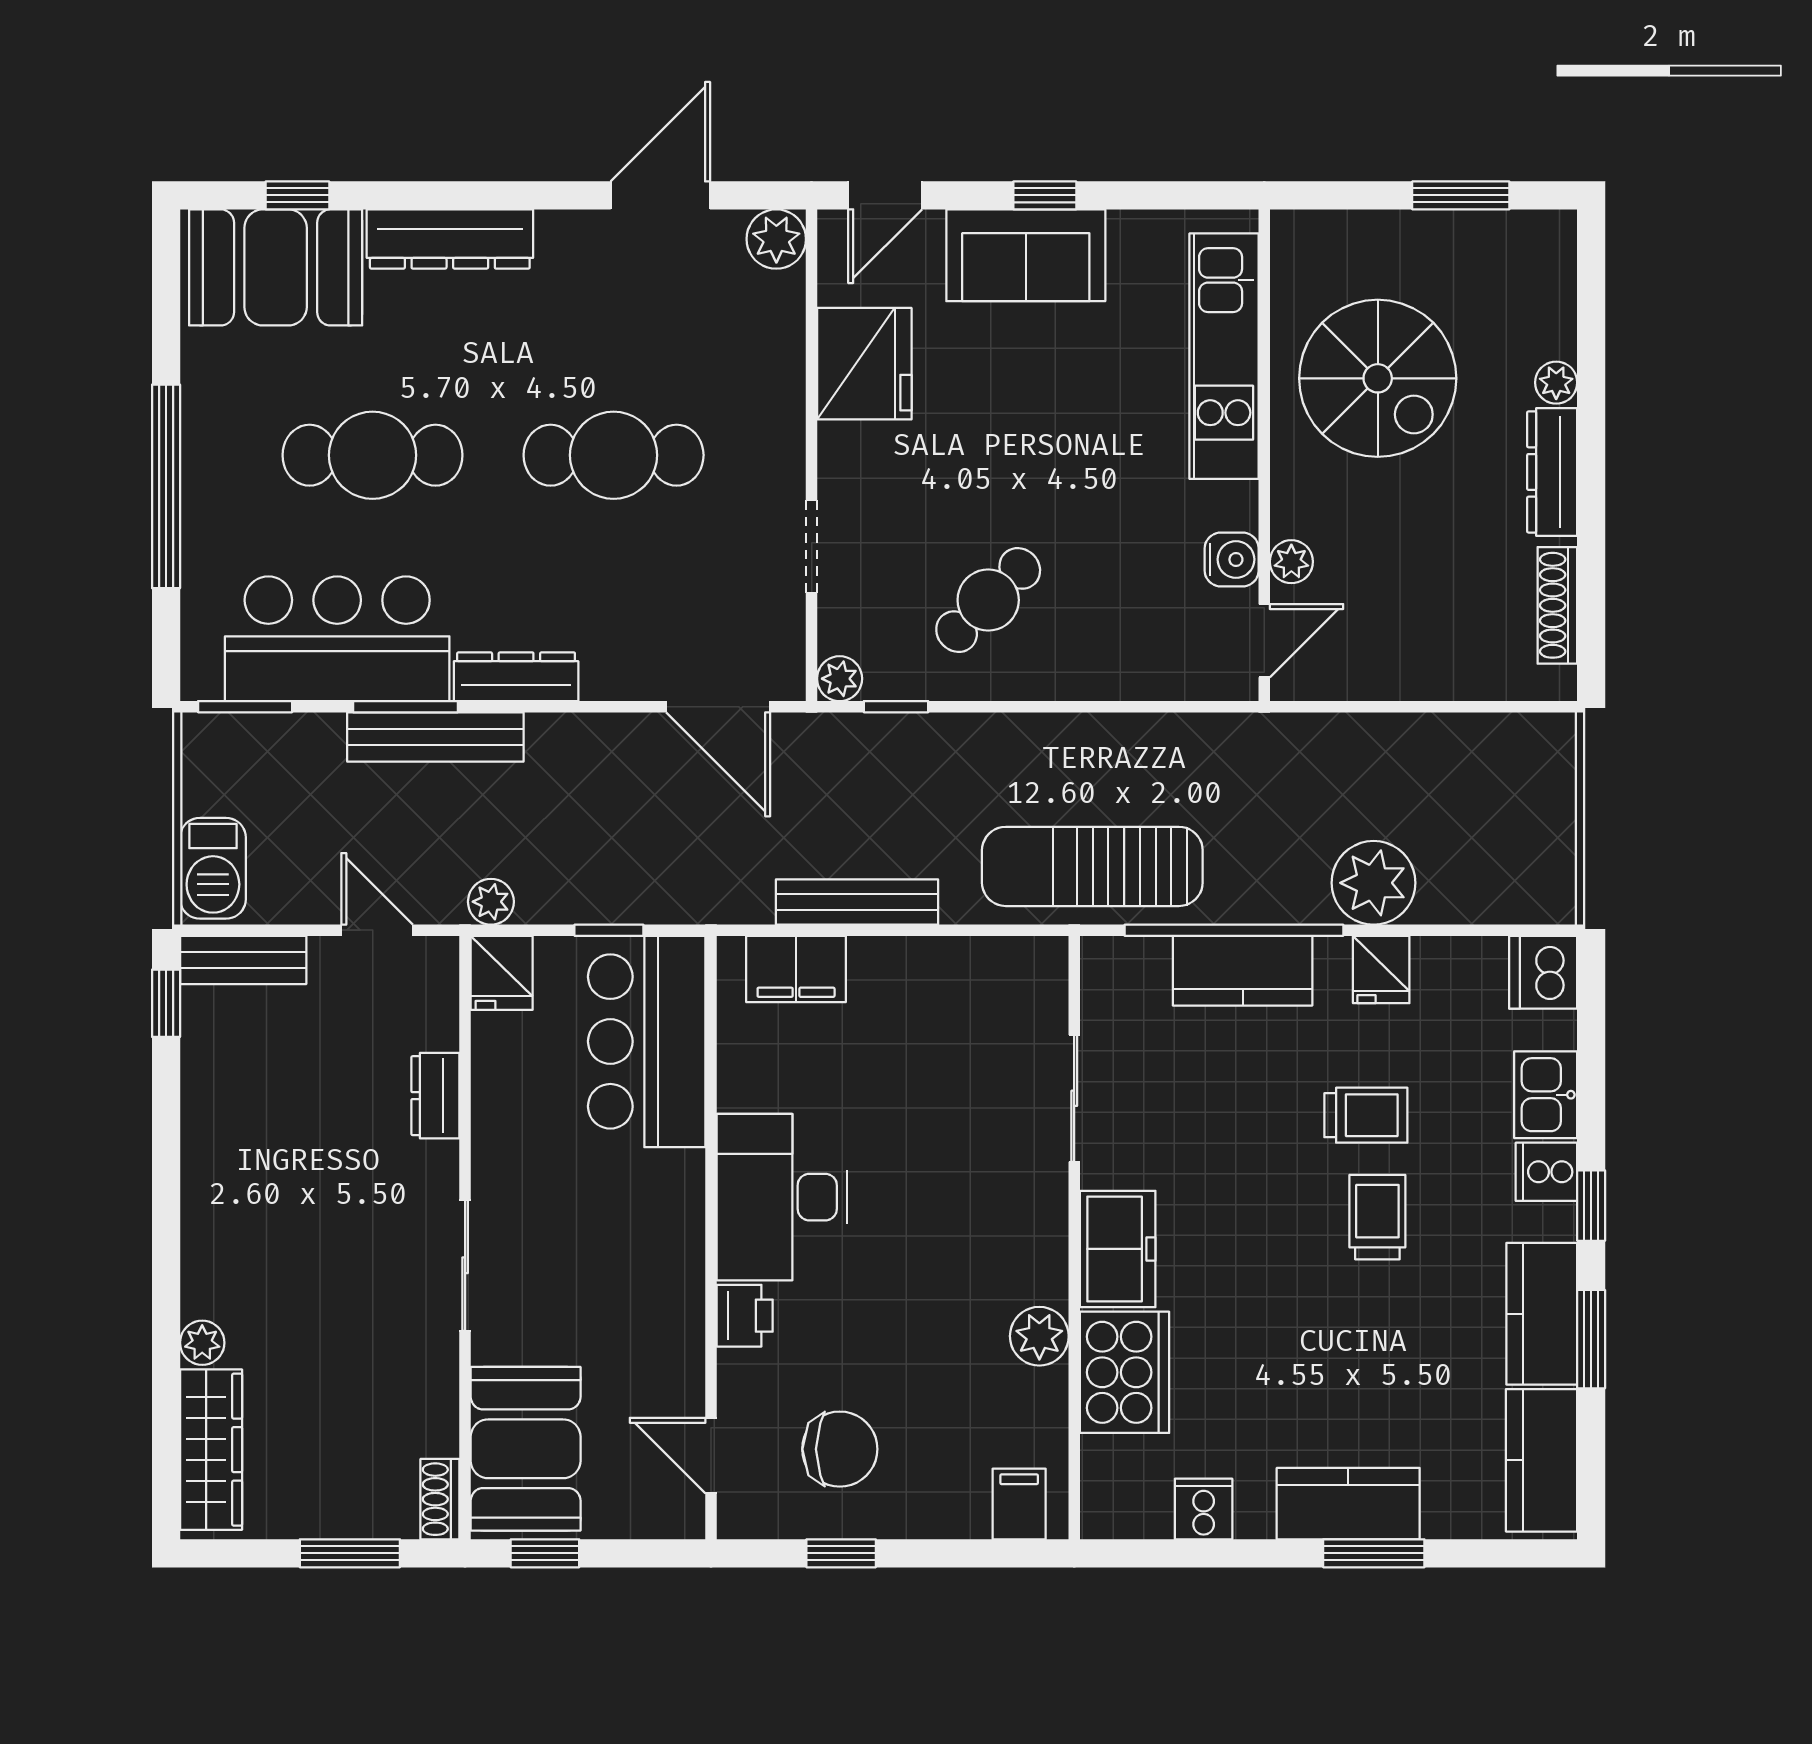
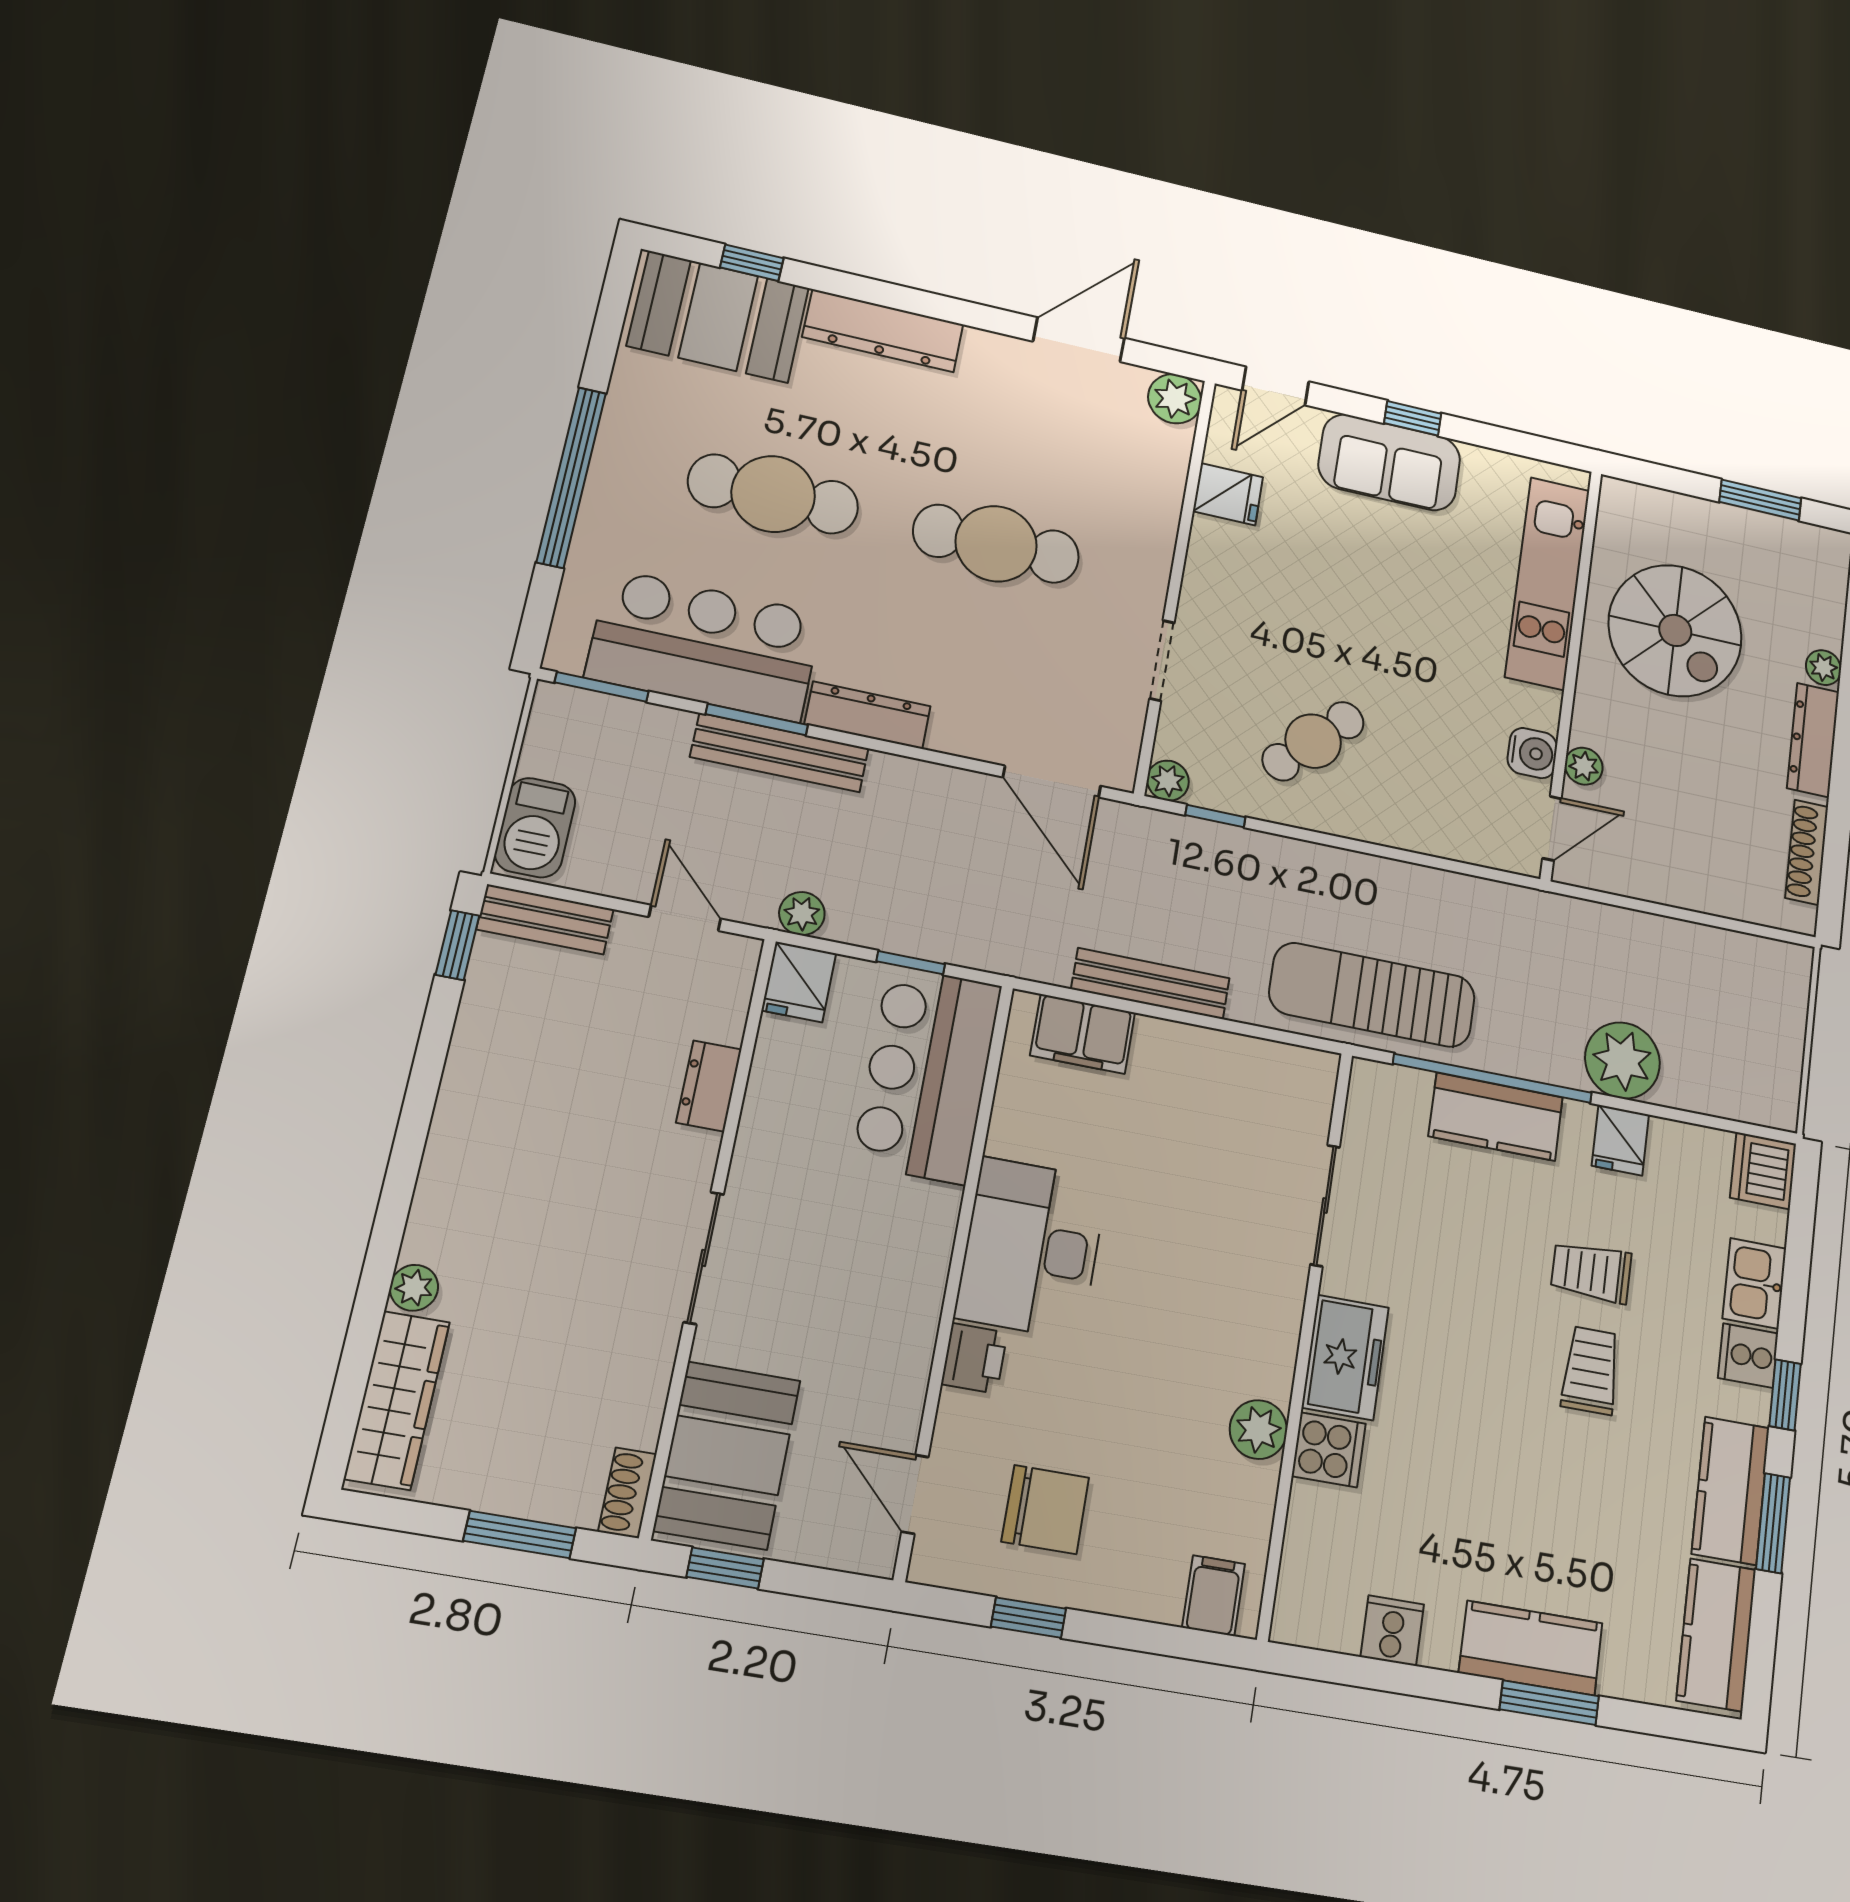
fridge: (864, 364) -> (1228, 494), width x0.53, depth x0.75
trolley: (1366, 1115) -> (1591, 1272), turned 180
cooker: (1125, 1372) -> (1329, 1450), width x0.53, depth x0.76

